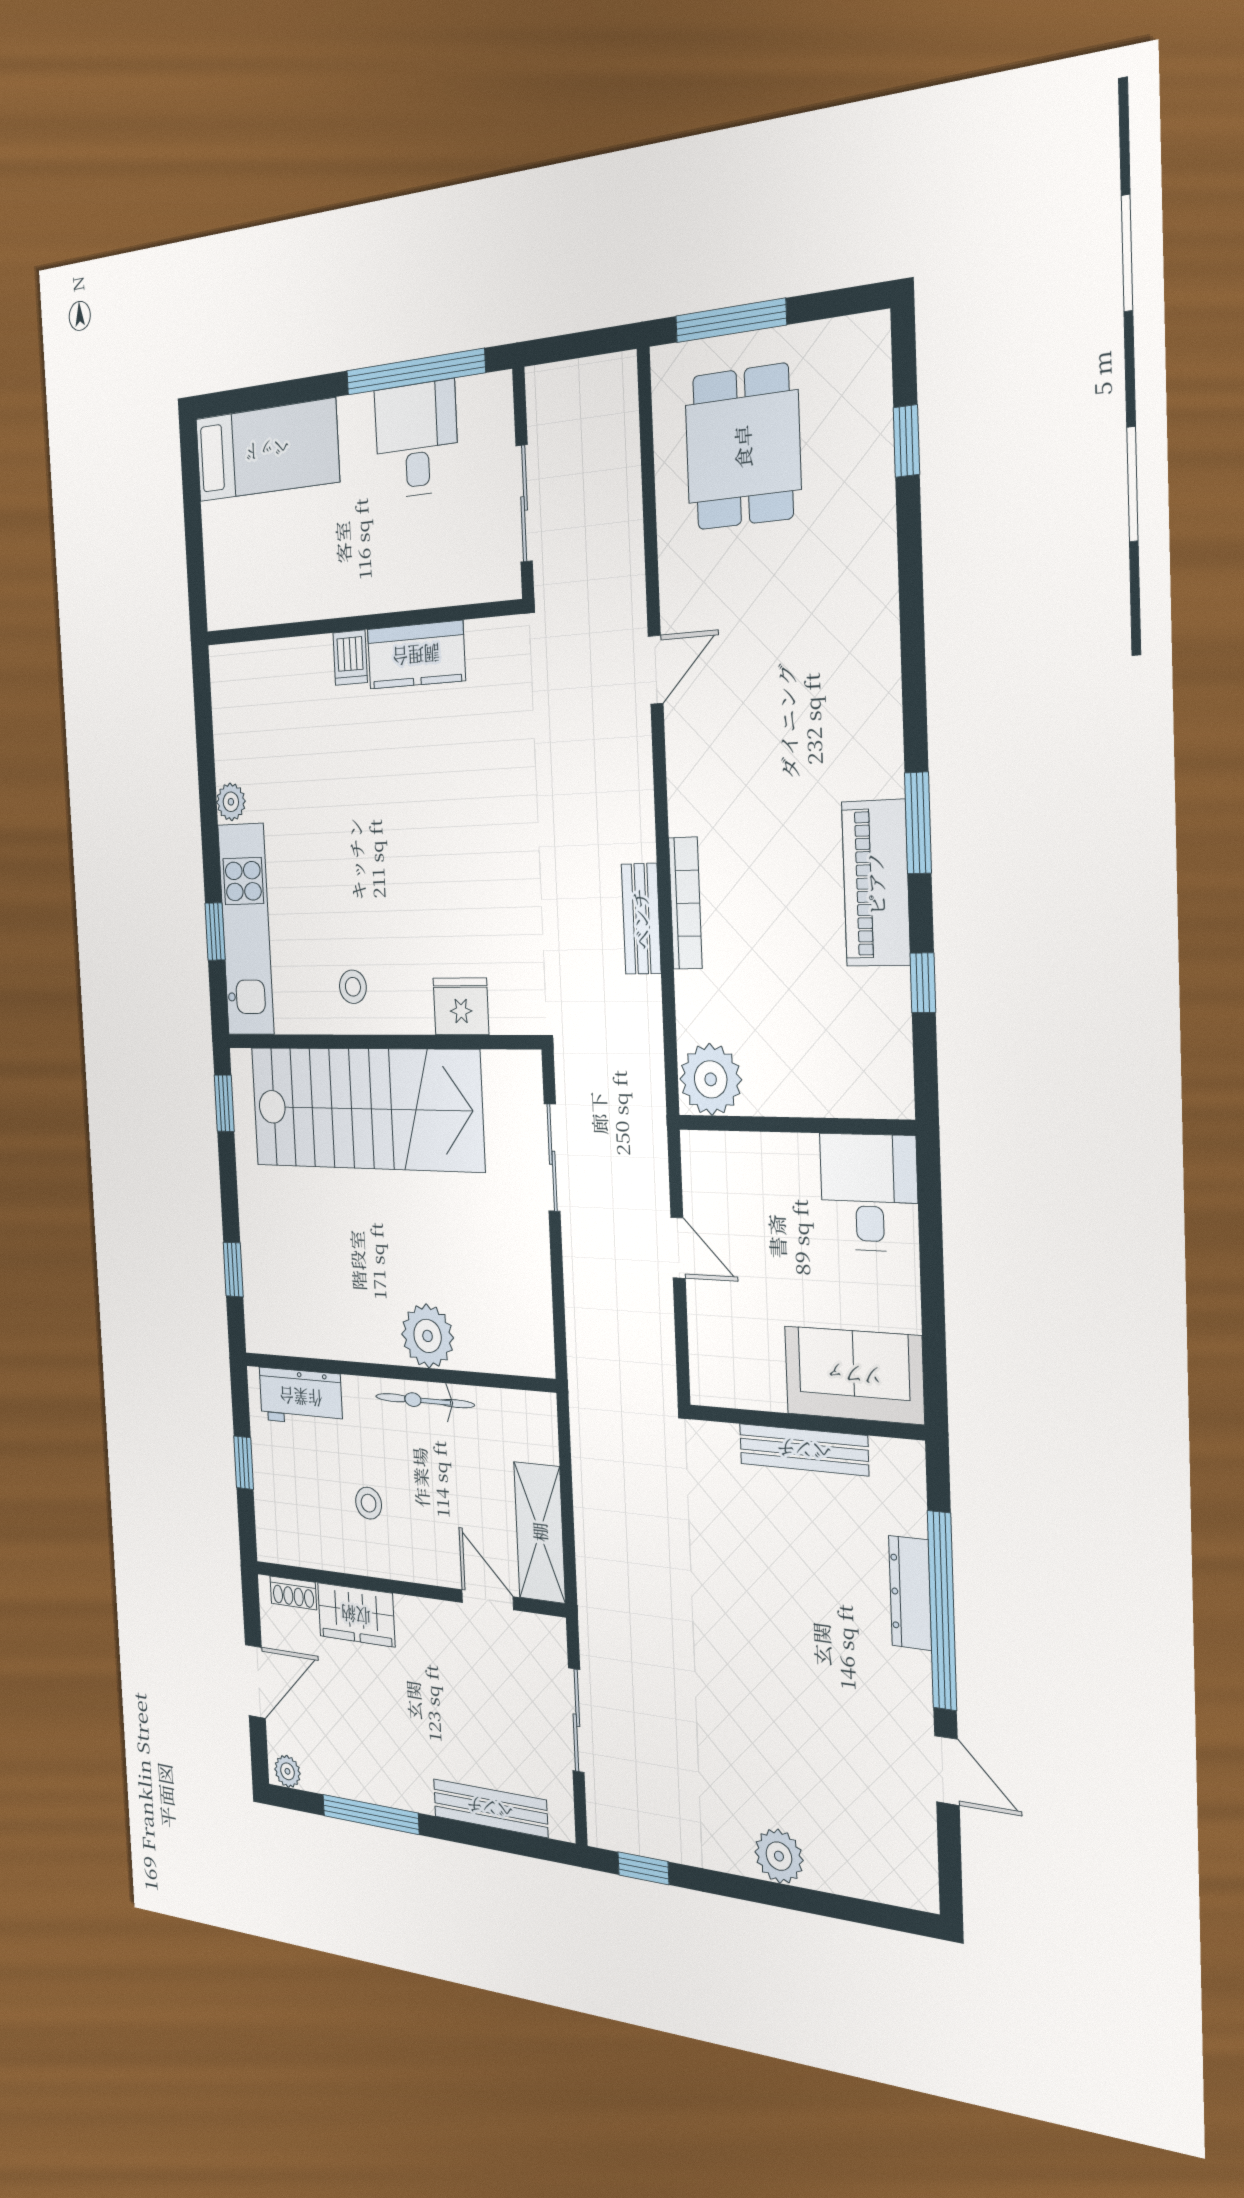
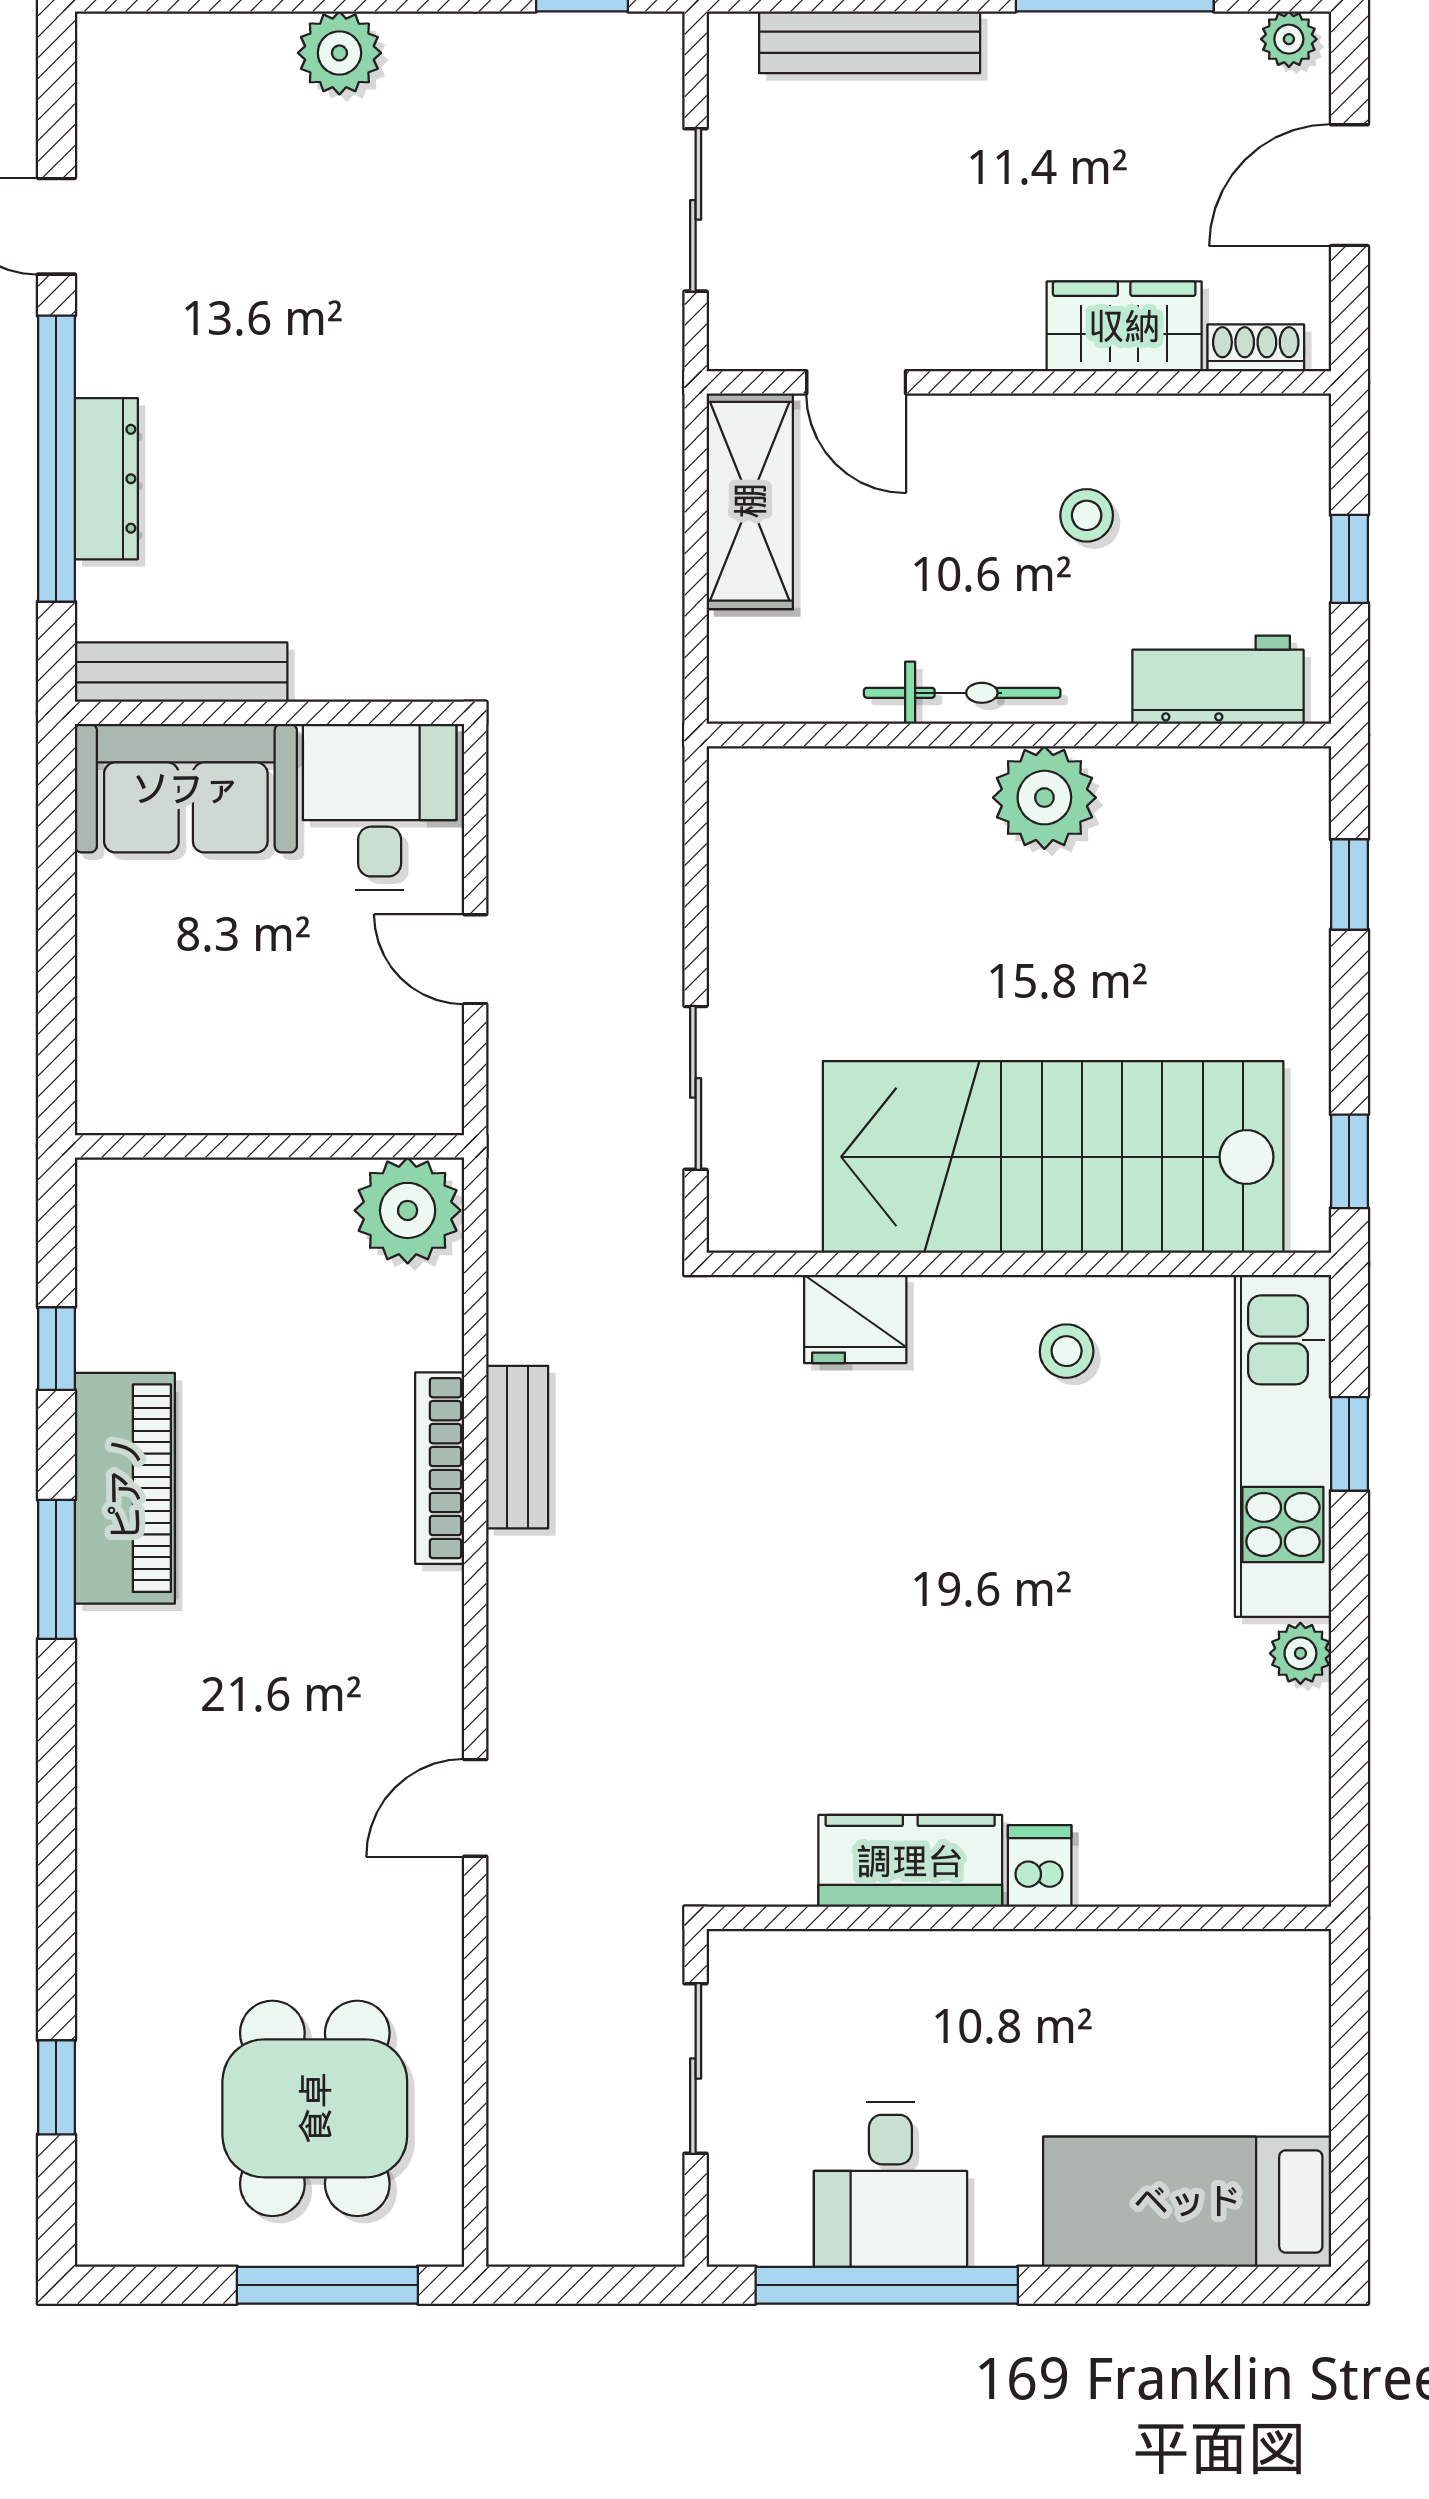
desk: (869, 1192) -> (380, 807), moved, turned 180
plant: (428, 1336) -> (1044, 798), moved
bench: (804, 1450) -> (181, 672), moved

